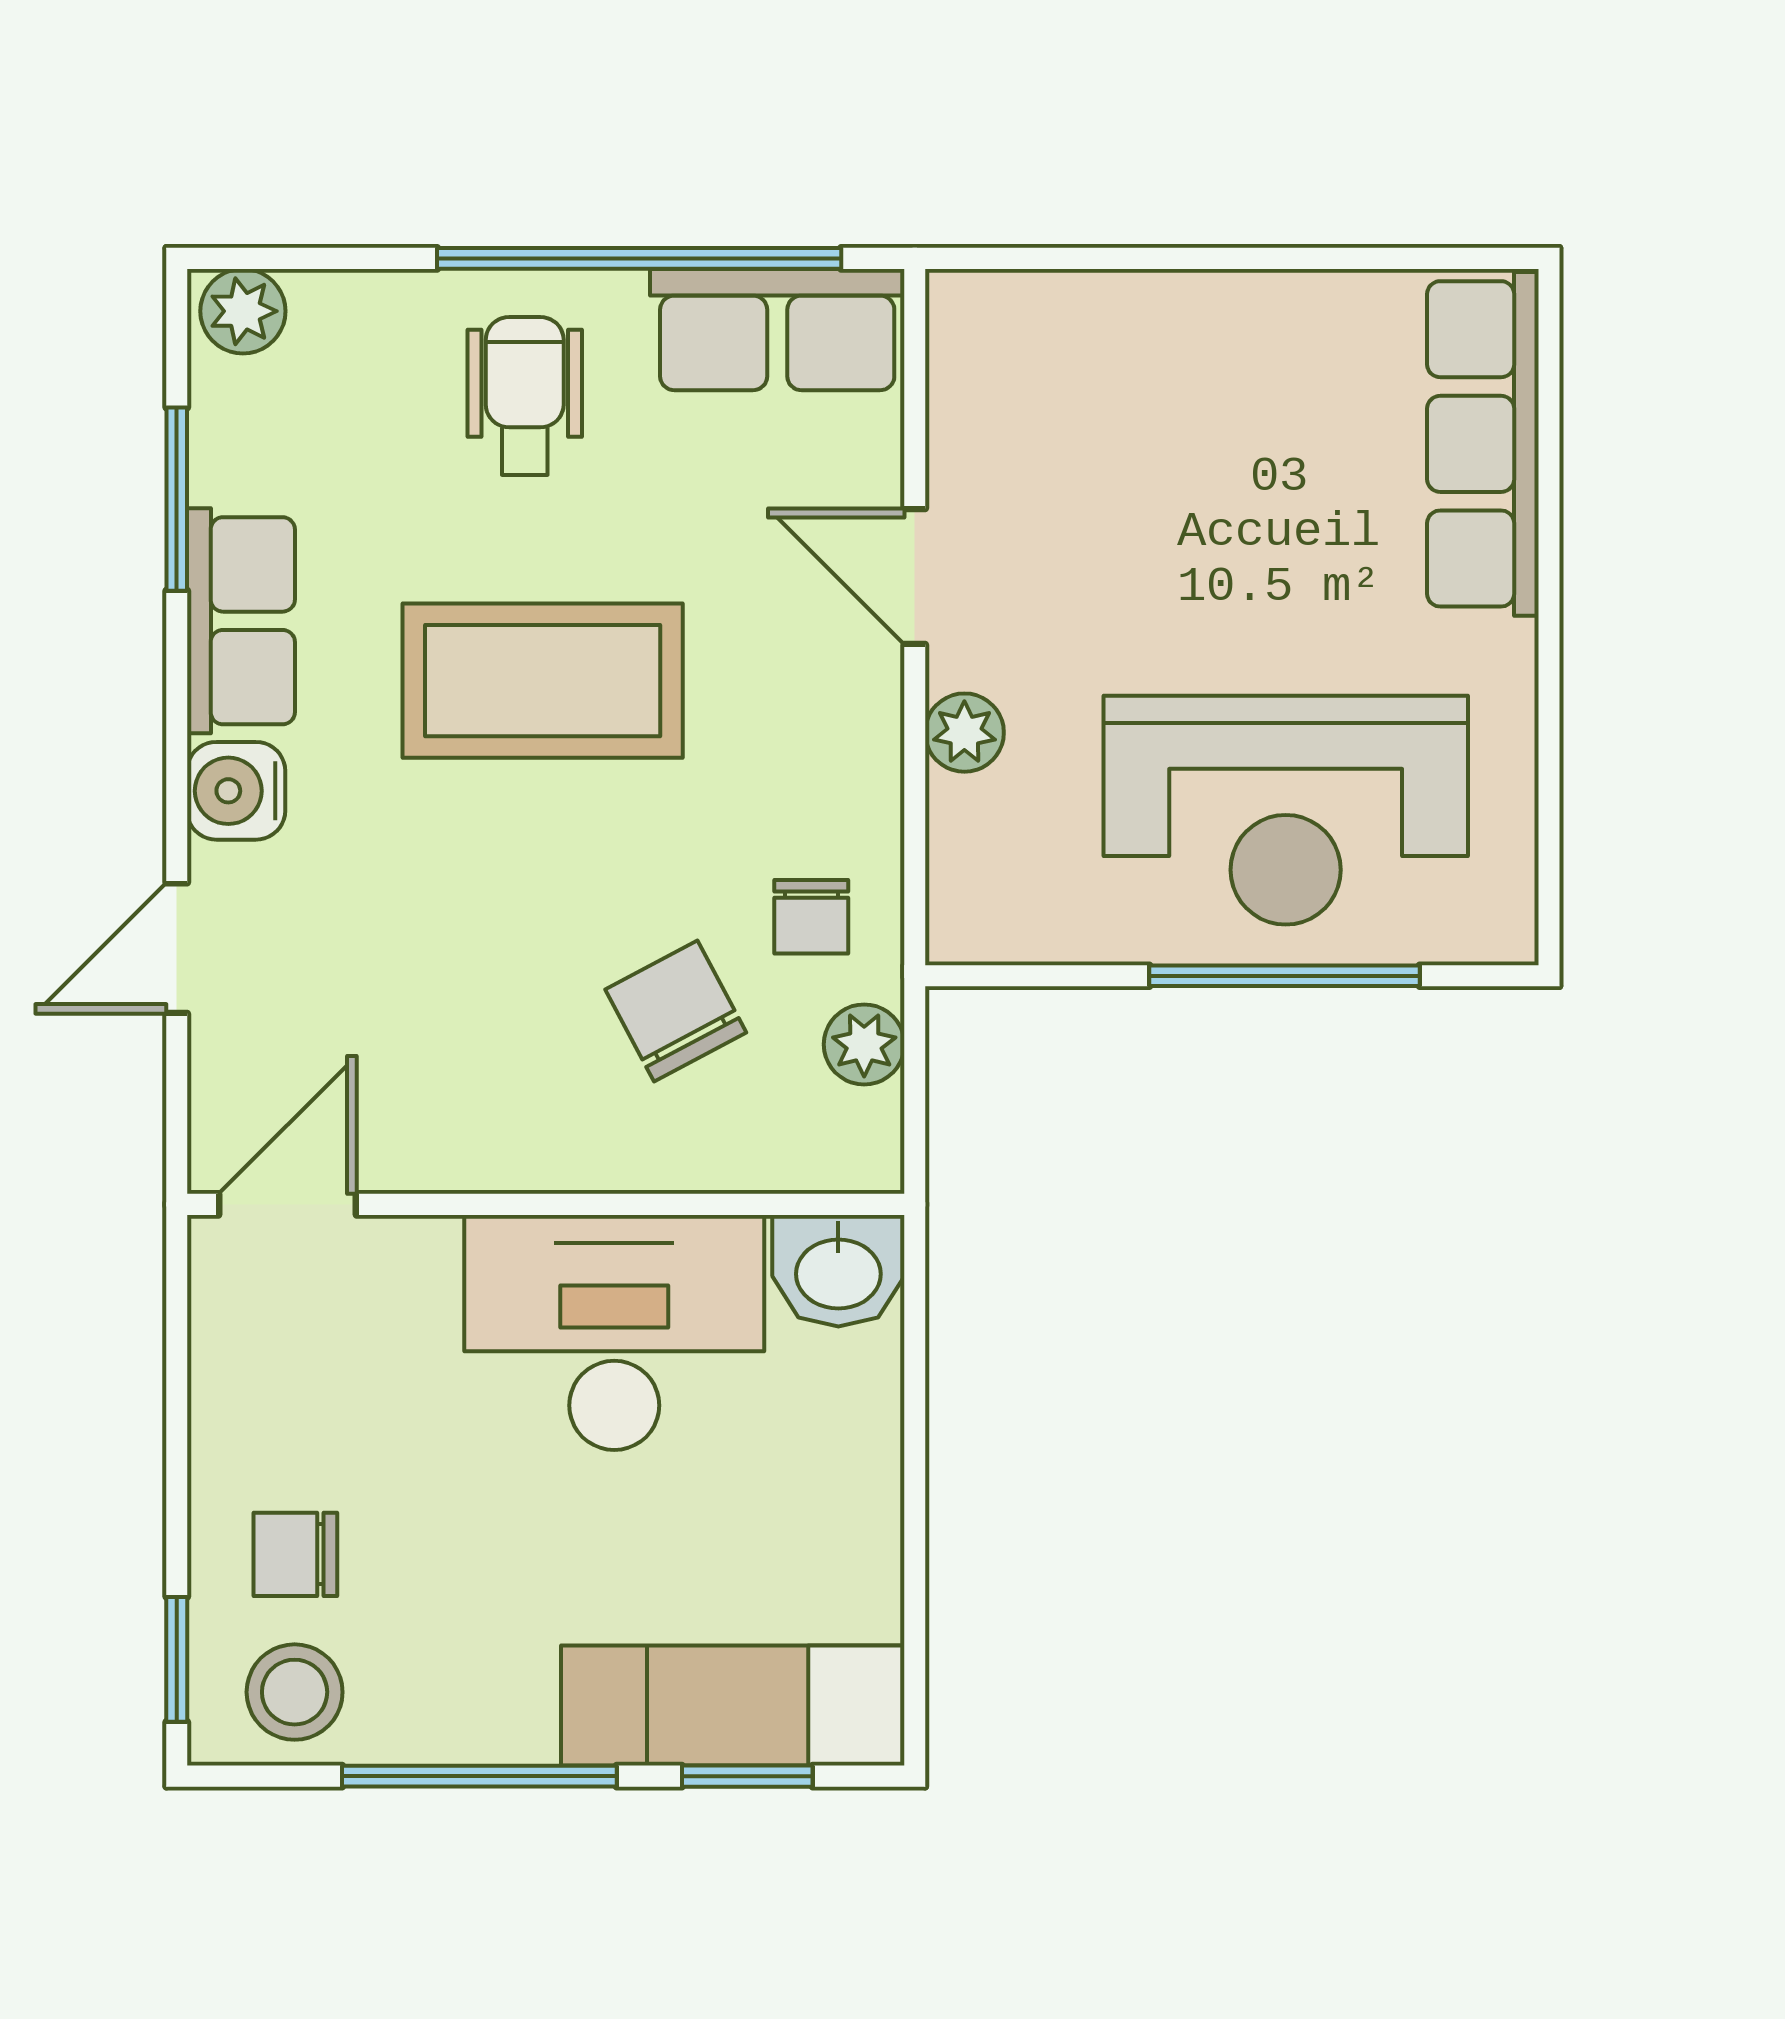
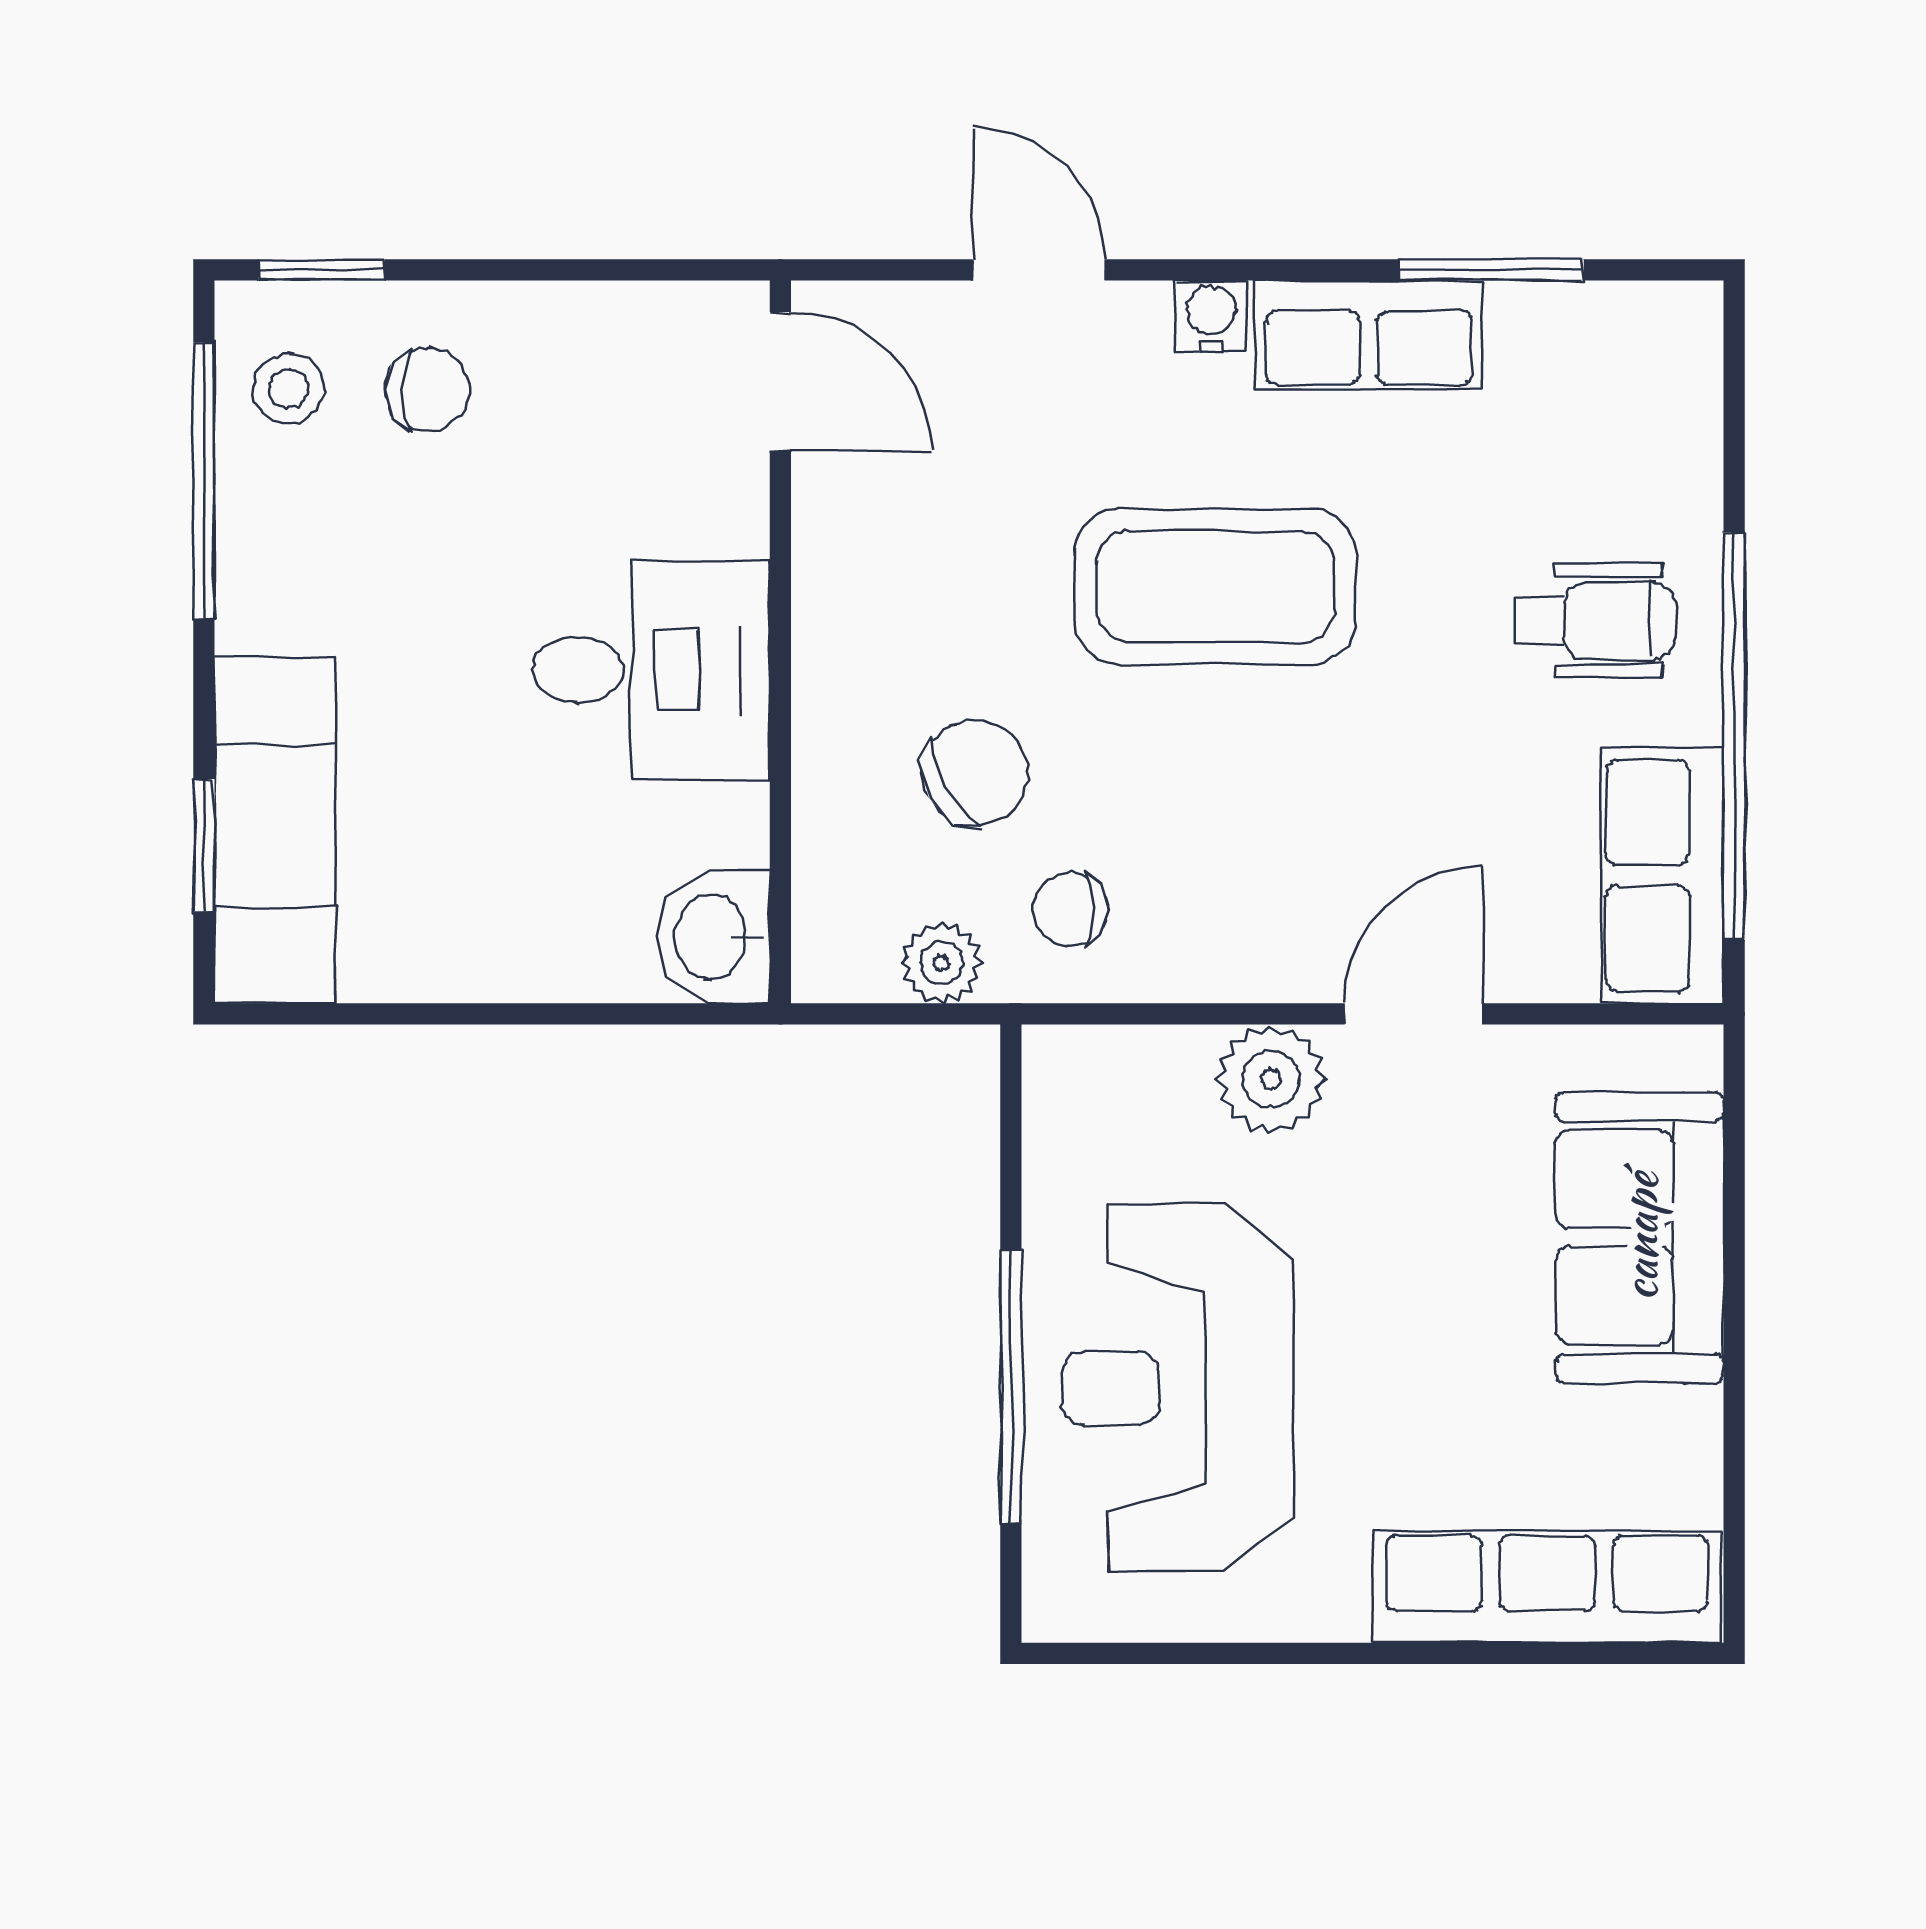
plant: (243, 311) -> (1681, 337), removed
sofa: (1136, 352) -> (1640, 1237), added
coffee table: (543, 681) -> (1215, 586), moved, turned 90
plant: (964, 733) -> (1271, 1079), width x1.38, depth x1.38
water cooler: (236, 791) -> (1211, 316), width x0.72, depth x0.72
desk: (614, 1332) -> (651, 670), width x0.73
chair: (295, 1554) -> (428, 389), turned 90
stool: (295, 1692) -> (289, 389), width x0.73, depth x0.73
window: (479, 1776) -> (204, 481), moved

